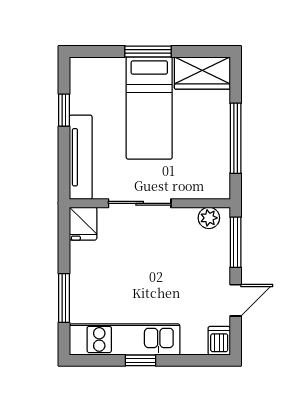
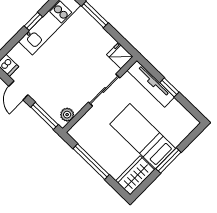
window: (64, 110) -> (169, 87), moved

